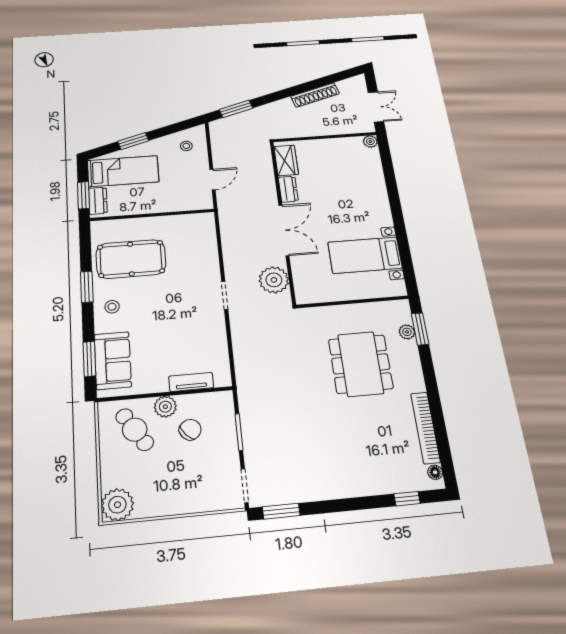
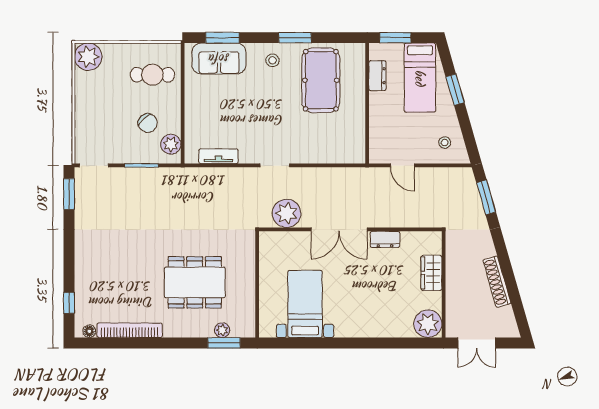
plant: (370, 142) -> (428, 324), width x1.88, depth x1.88
wardrobe: (286, 160) -> (431, 273), moved, turned 90
dresser: (98, 201) -> (377, 76), moved, turned -90
tv unit: (191, 382) -> (219, 156), moved, turned -90
plant: (165, 407) -> (171, 144), moved
cafe table: (135, 430) -> (152, 75), turned 33

